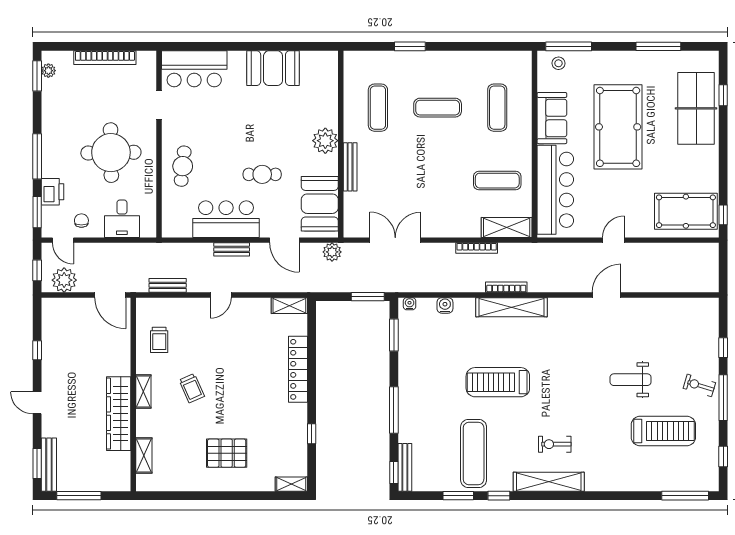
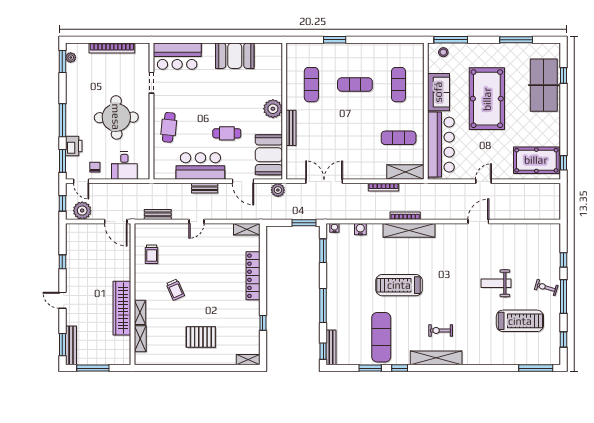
shelving: (143, 391) -> (140, 312), moved

